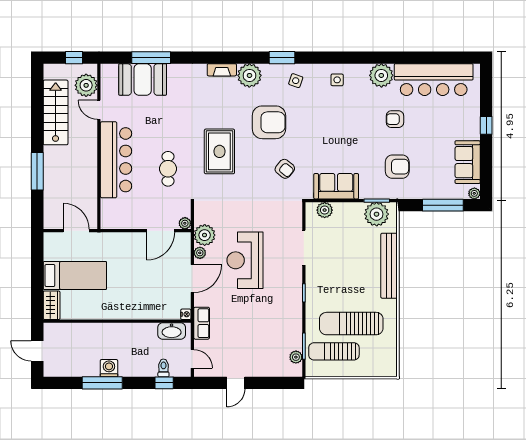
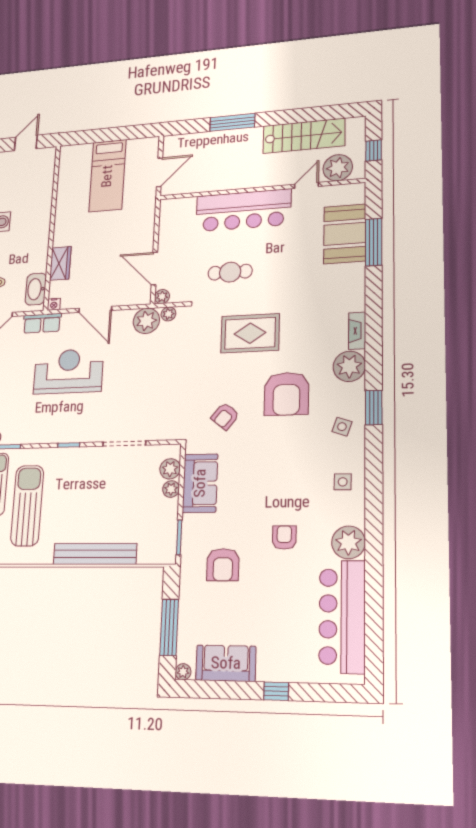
armchair: (395, 119) -> (284, 537), moved
plant: (377, 214) -> (171, 489), moved, width x0.53, depth x0.53
plant: (200, 253) -> (168, 314), moved
reception desk: (245, 260) -> (68, 371), moved
wardrobe: (52, 305) -> (60, 263), moved, turned -90

